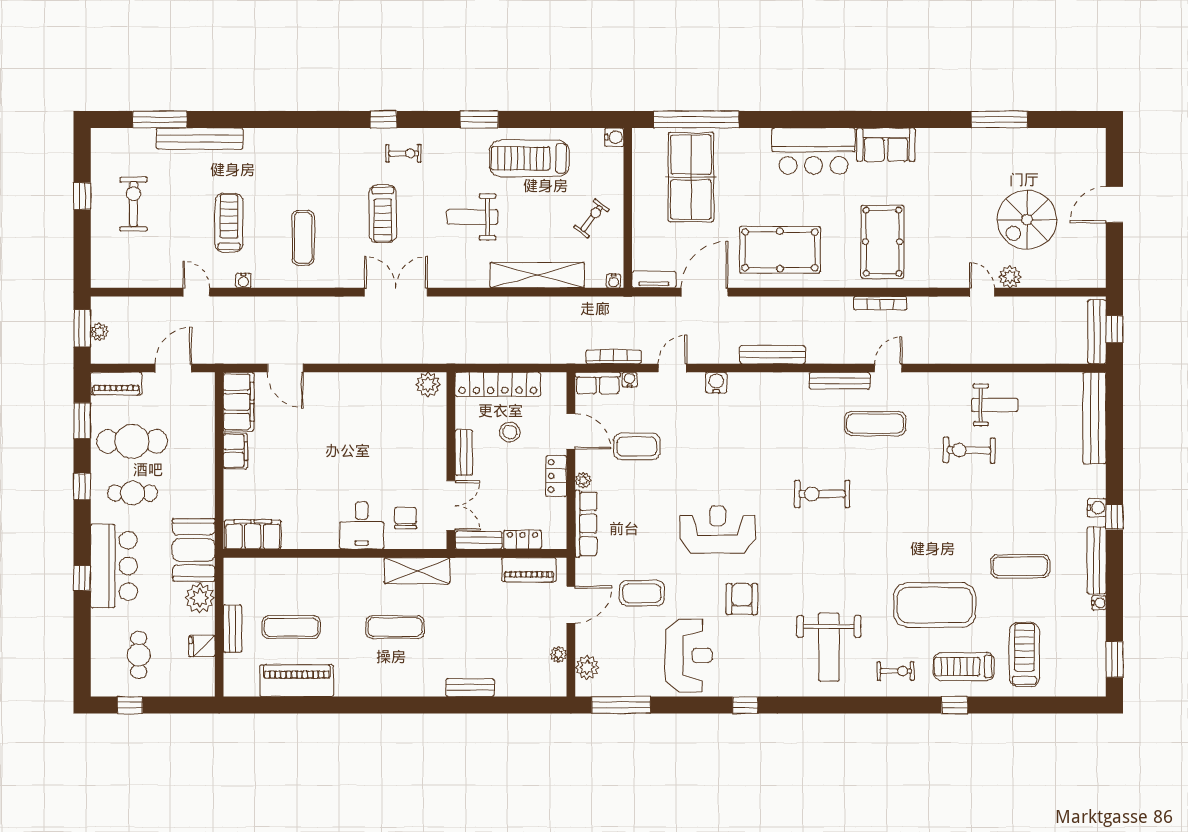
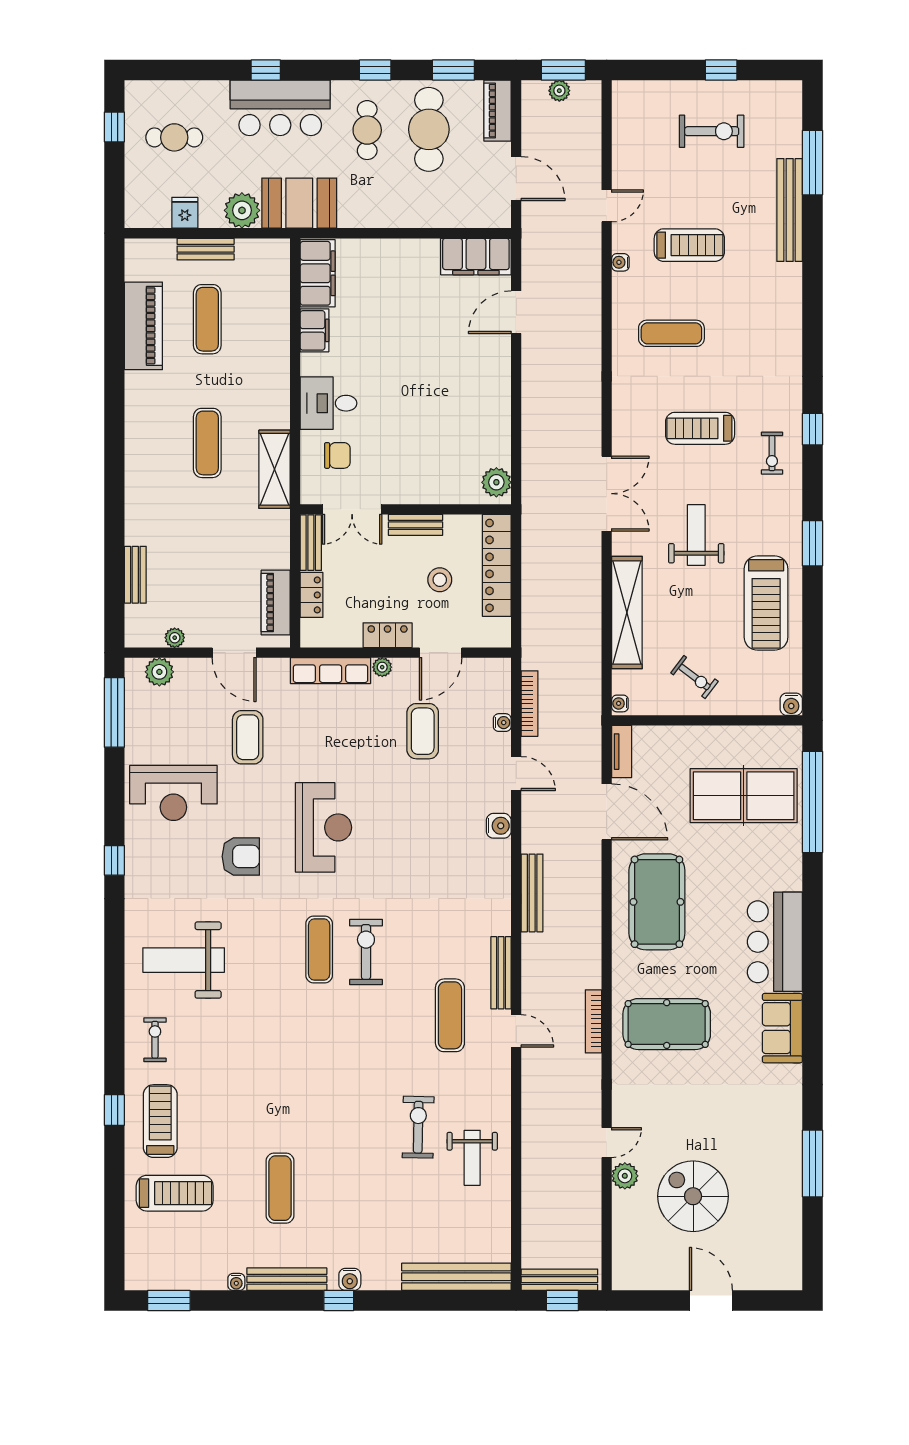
treadmill: (529, 158) -> (766, 603), turned 180
double door: (396, 292) -> (607, 494), moved
row of seats: (598, 383) -> (498, 685), removed
filing cabinet: (235, 451) -> (314, 330), moved, turned -90
exercise mat: (935, 605) -> (319, 949), moved, width x0.50, depth x0.69
exercise bike: (896, 671) -> (155, 1040), turned 180
bench: (470, 688) -> (135, 575), moved

